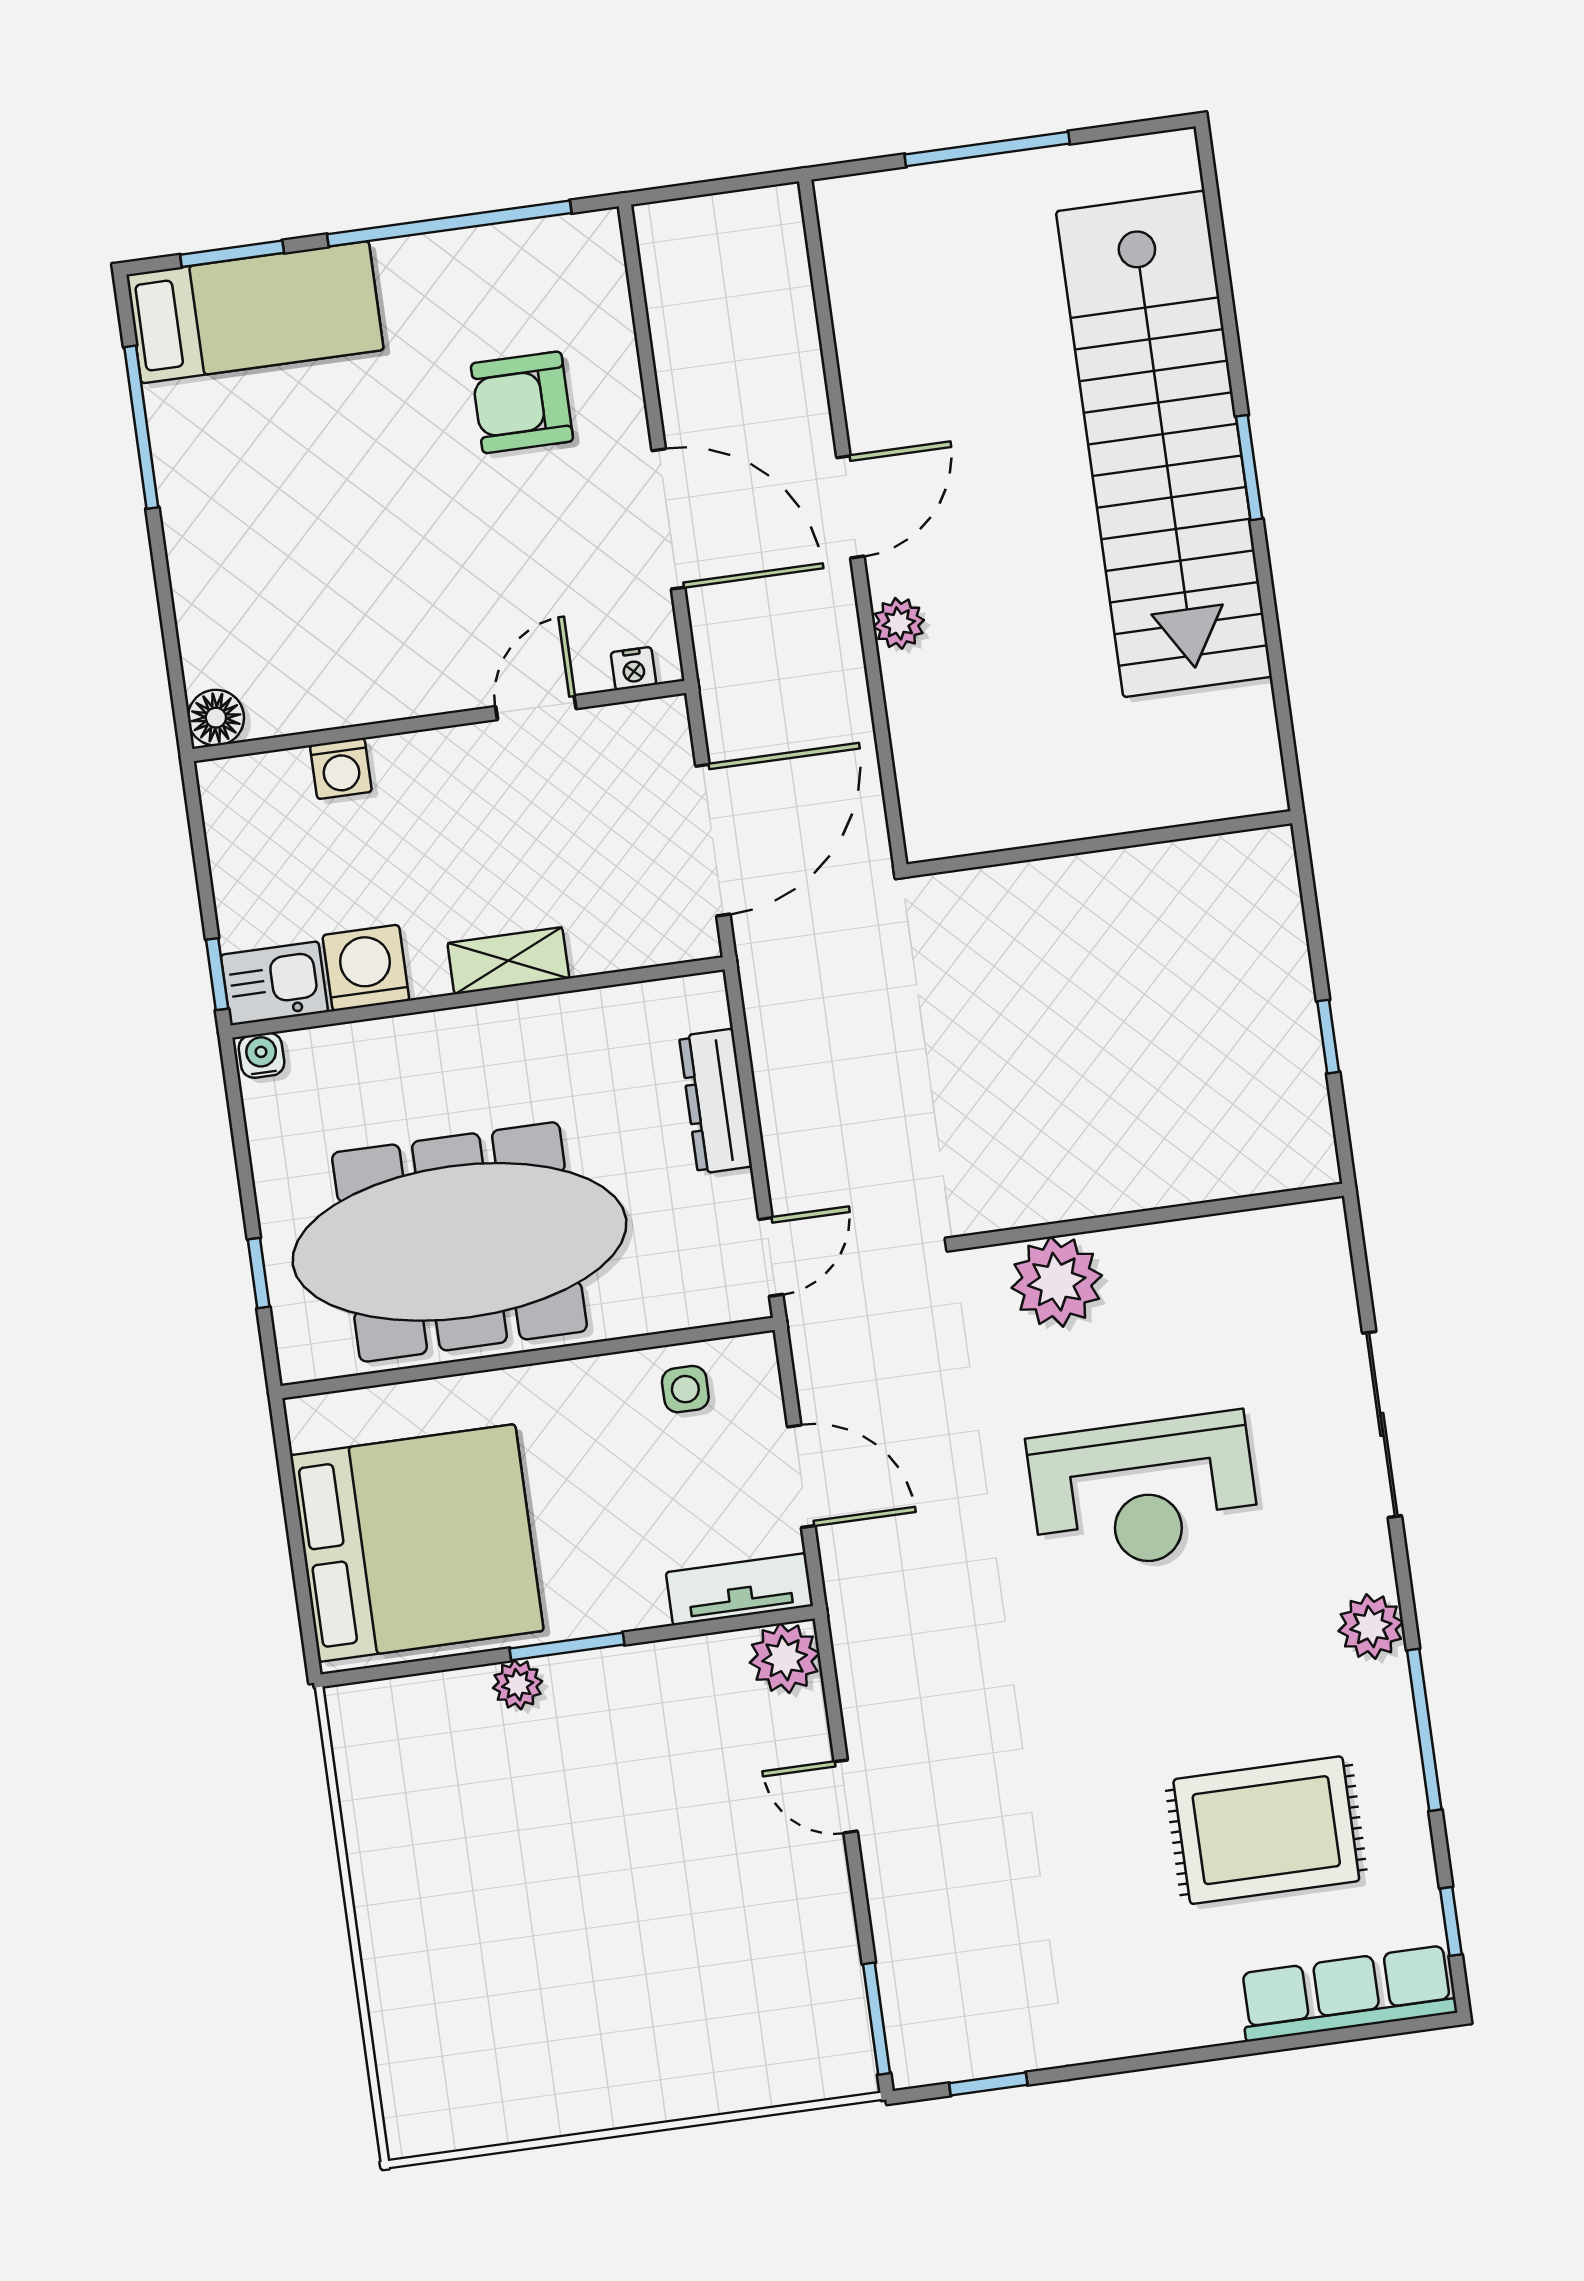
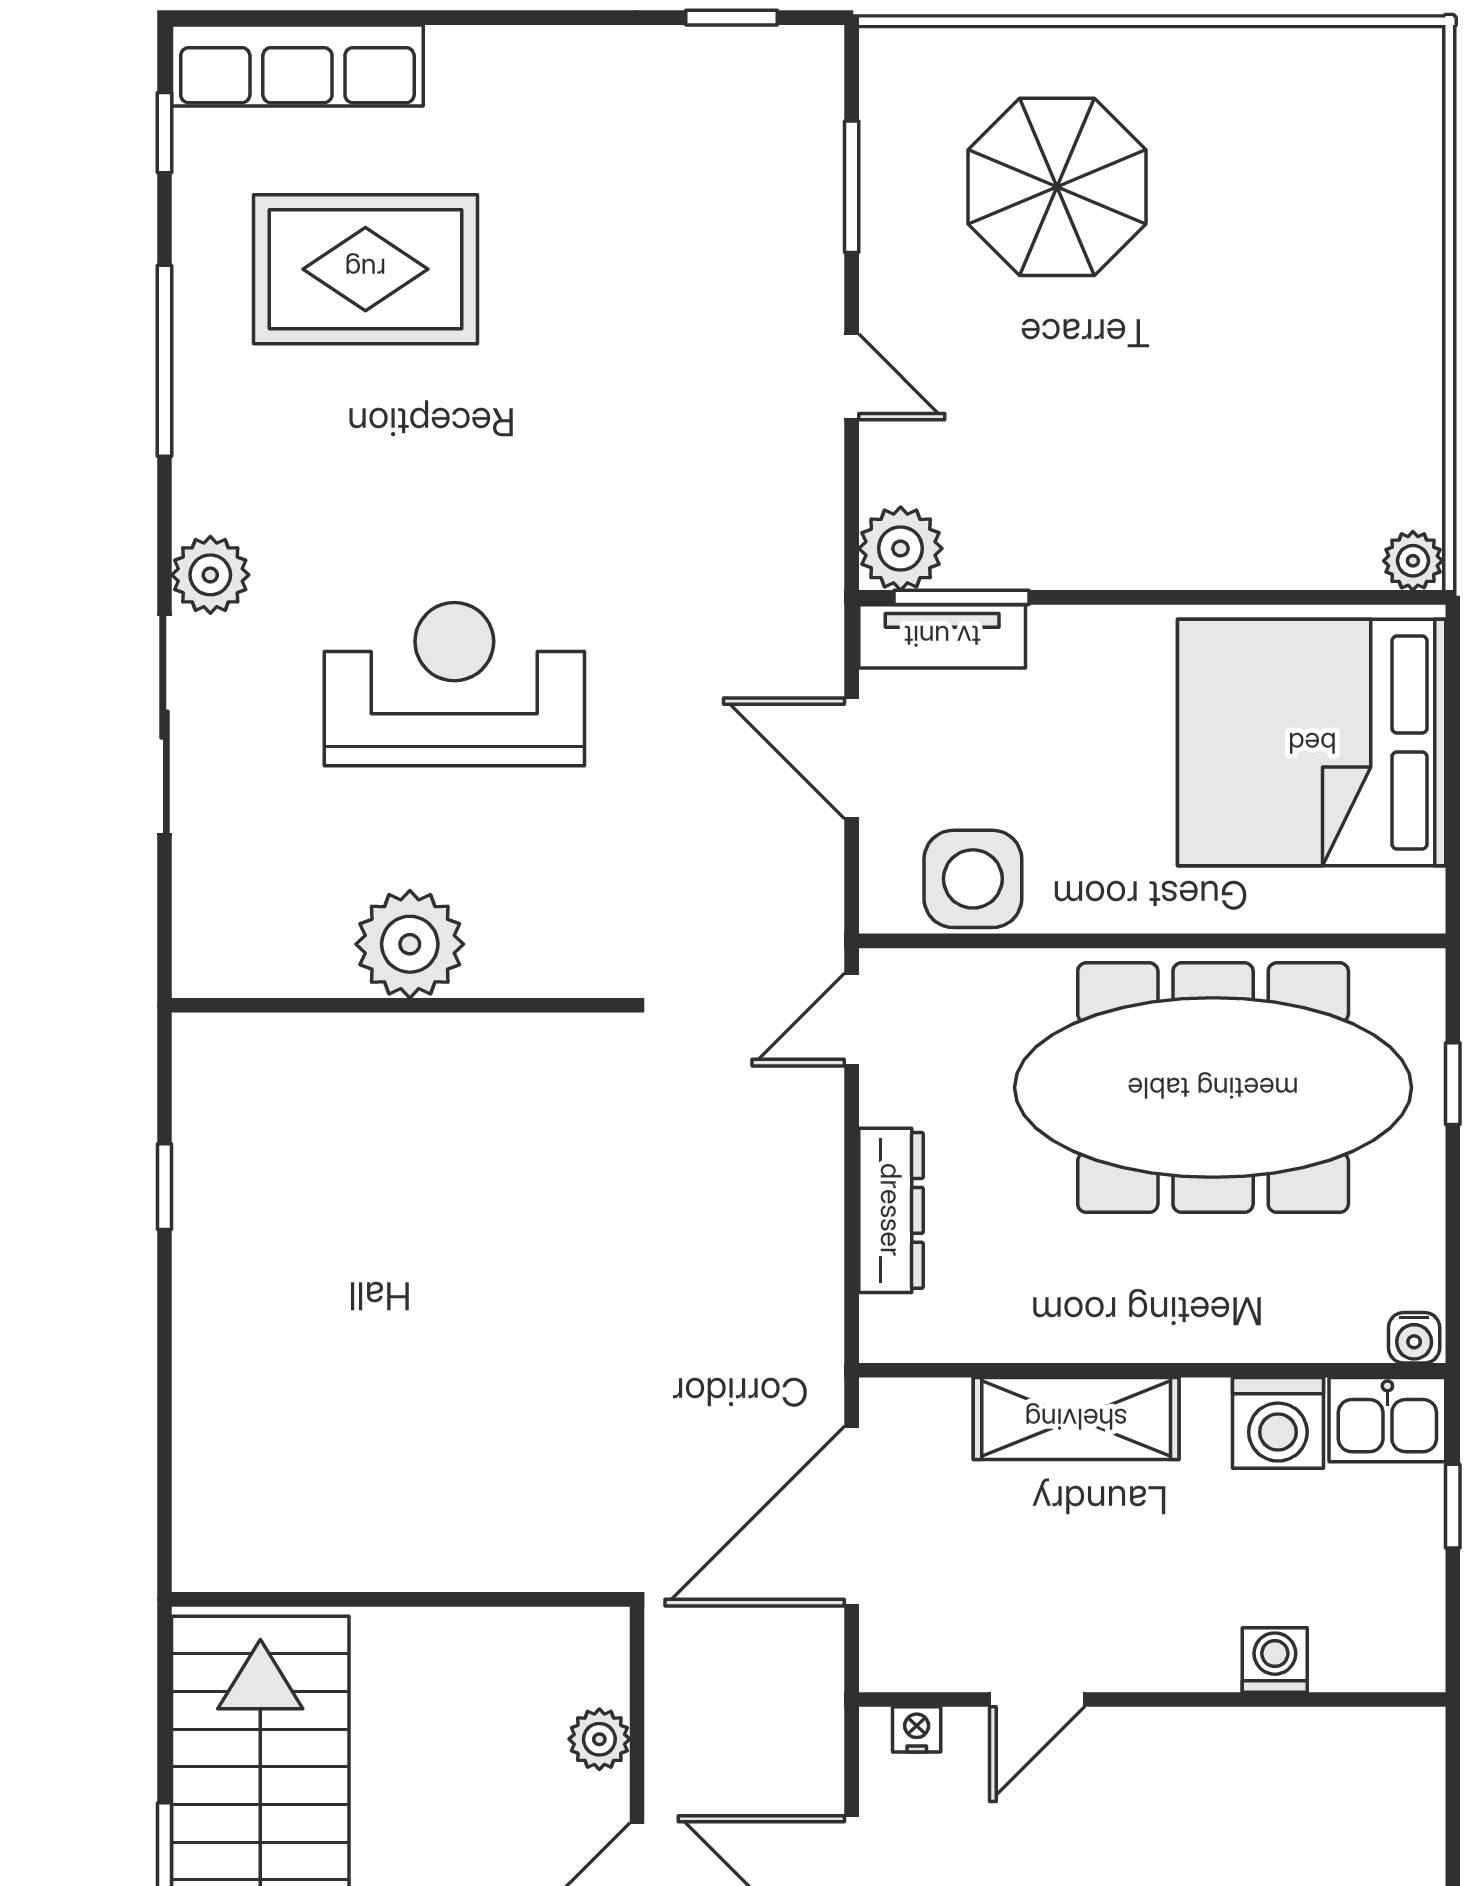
floor lamp: (216, 718) -> (1413, 1740), removed
wall: (1099, 844) -> (401, 1599), moved
shelving: (508, 961) -> (1076, 1419), width x1.50, depth x1.33
window: (217, 974) -> (1453, 1506), moved
plant: (1057, 1282) -> (410, 944), moved
side table: (685, 1389) -> (973, 879), width x1.87, depth x1.87
plant: (1371, 1627) -> (210, 575), moved
window: (567, 1646) -> (962, 597), moved
plant: (518, 1685) -> (1413, 561), moved
parasol: (695, 1980) -> (1057, 187), added
window: (876, 2019) -> (852, 187), moved

